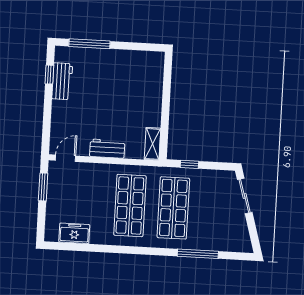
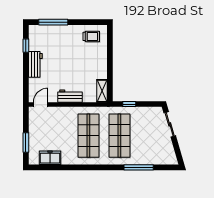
trolley: (142, 67) -> (91, 36), added
workbench: (62, 81) -> (35, 64), moved
window: (43, 187) -> (26, 142), moved

